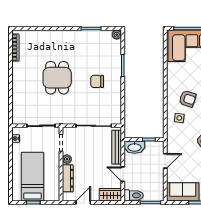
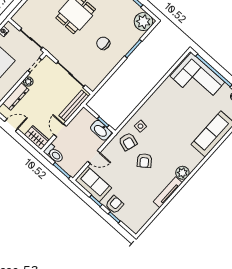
plant: (117, 35) -> (143, 22), width x1.88, depth x1.88
armchair: (188, 99) -> (128, 142), moved
washbasin: (135, 147) -> (101, 130), moved
door: (165, 161) -> (94, 157), moved

